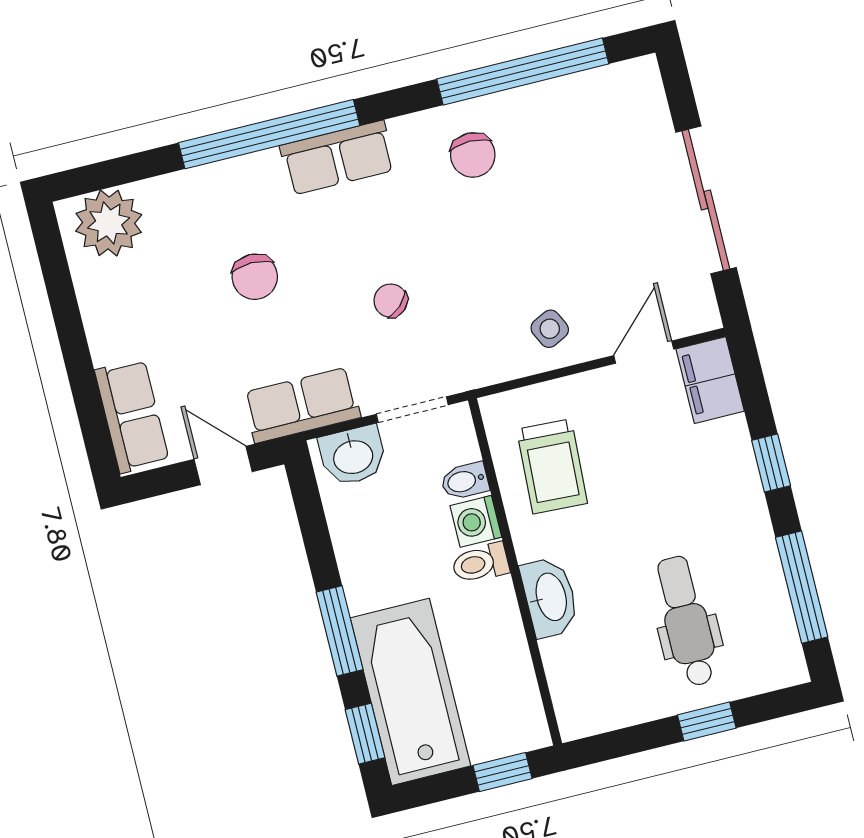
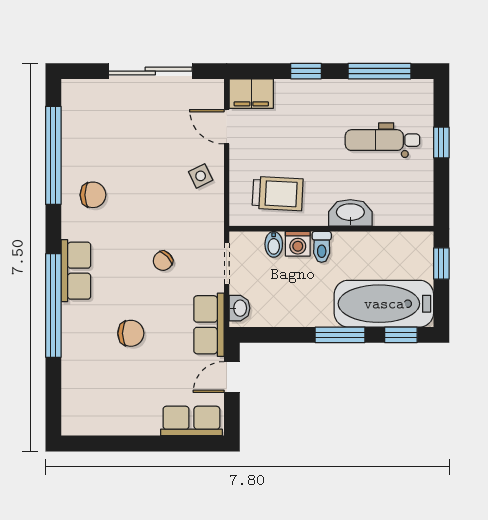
plant: (109, 223) -> (81, 407), removed
washbasin: (353, 456) -> (240, 308), width x0.72, depth x0.69

